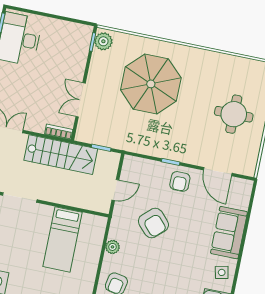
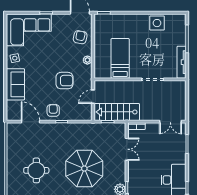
round table: (234, 114) -> (36, 170), moved
stairs: (61, 155) -> (117, 112), moved
armchair: (153, 223) -> (65, 81), turned 133

